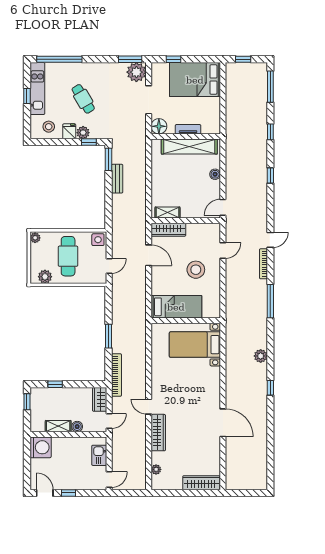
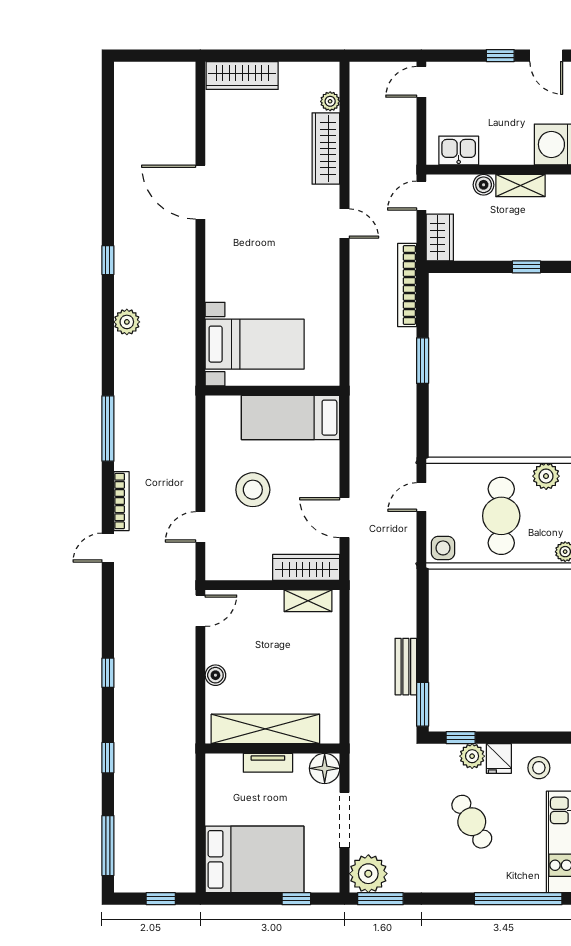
wardrobe: (158, 433) -> (326, 149), moved
kitchen sink: (99, 455) -> (459, 150), moved, turned -90

